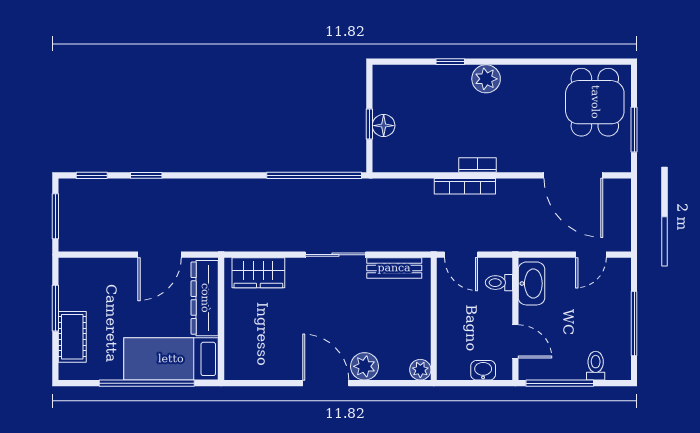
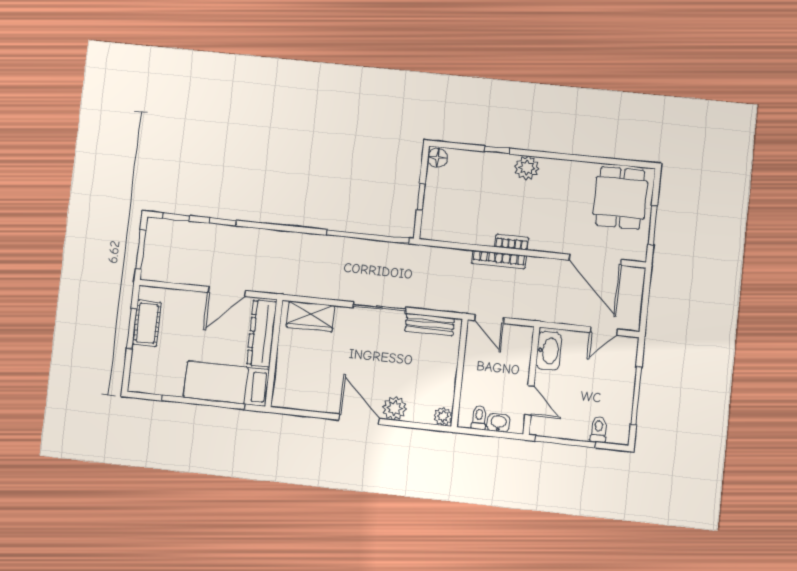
floor lamp: (384, 126) -> (437, 158), moved
toilet: (499, 283) -> (479, 418), moved, turned 90
cot: (72, 337) -> (147, 323), moved

